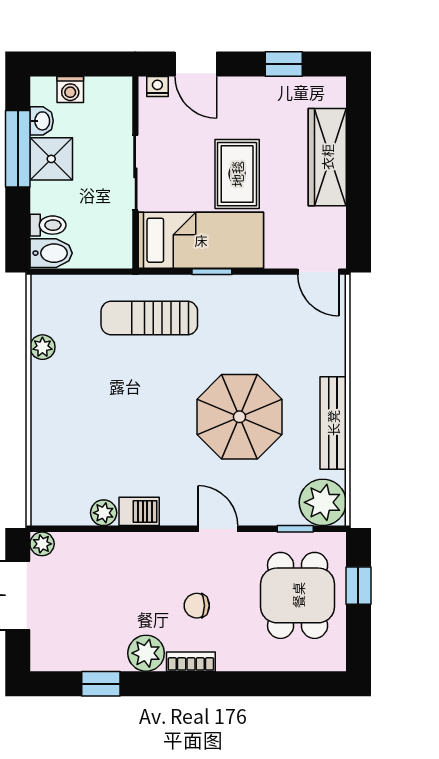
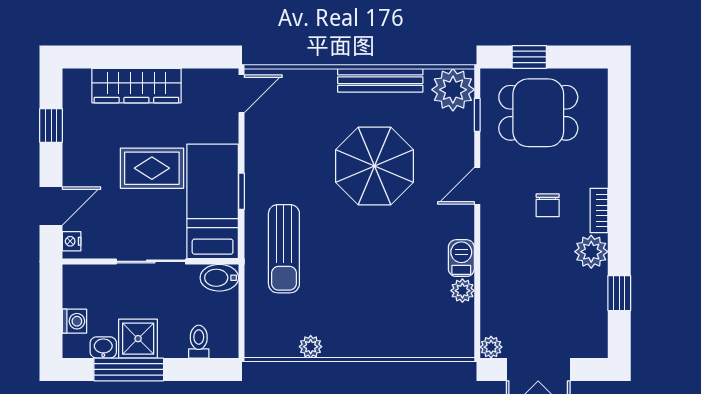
bidet: (51, 253) -> (219, 278), moved, turned -90

